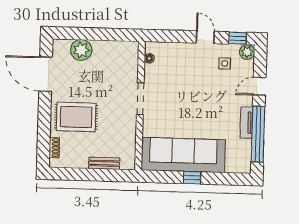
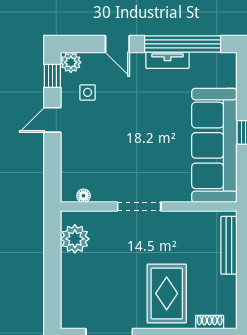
plant: (81, 50) -> (75, 239), moved
bench: (104, 163) -> (229, 245), width x1.36

